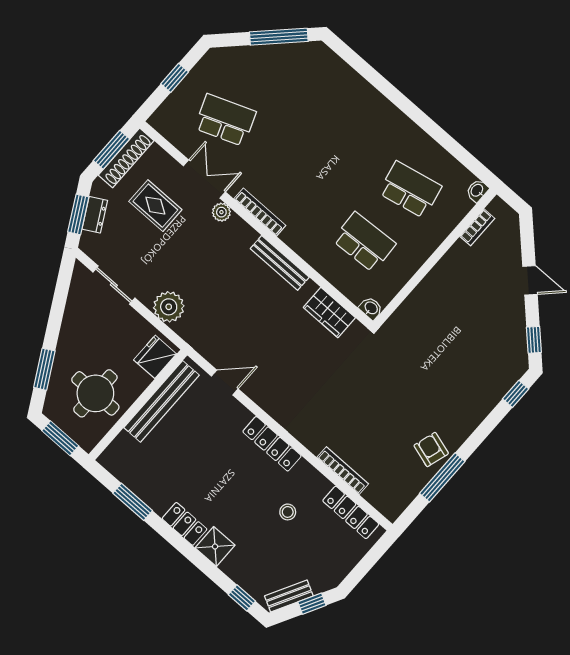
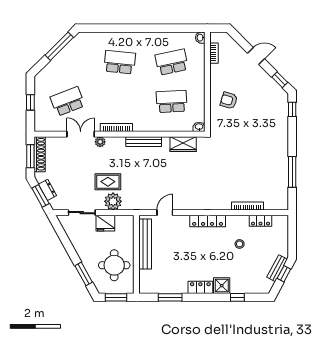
school desk: (341, 129) -> (120, 62), added
rug: (155, 206) -> (108, 182), moved
fridge: (155, 357) -> (105, 223), moved, turned -90
armchair: (431, 449) -> (229, 100), moved
locker: (351, 512) -> (261, 221), width x0.66
bench: (289, 596) -> (277, 268), moved
window: (242, 598) -> (237, 297), moved

